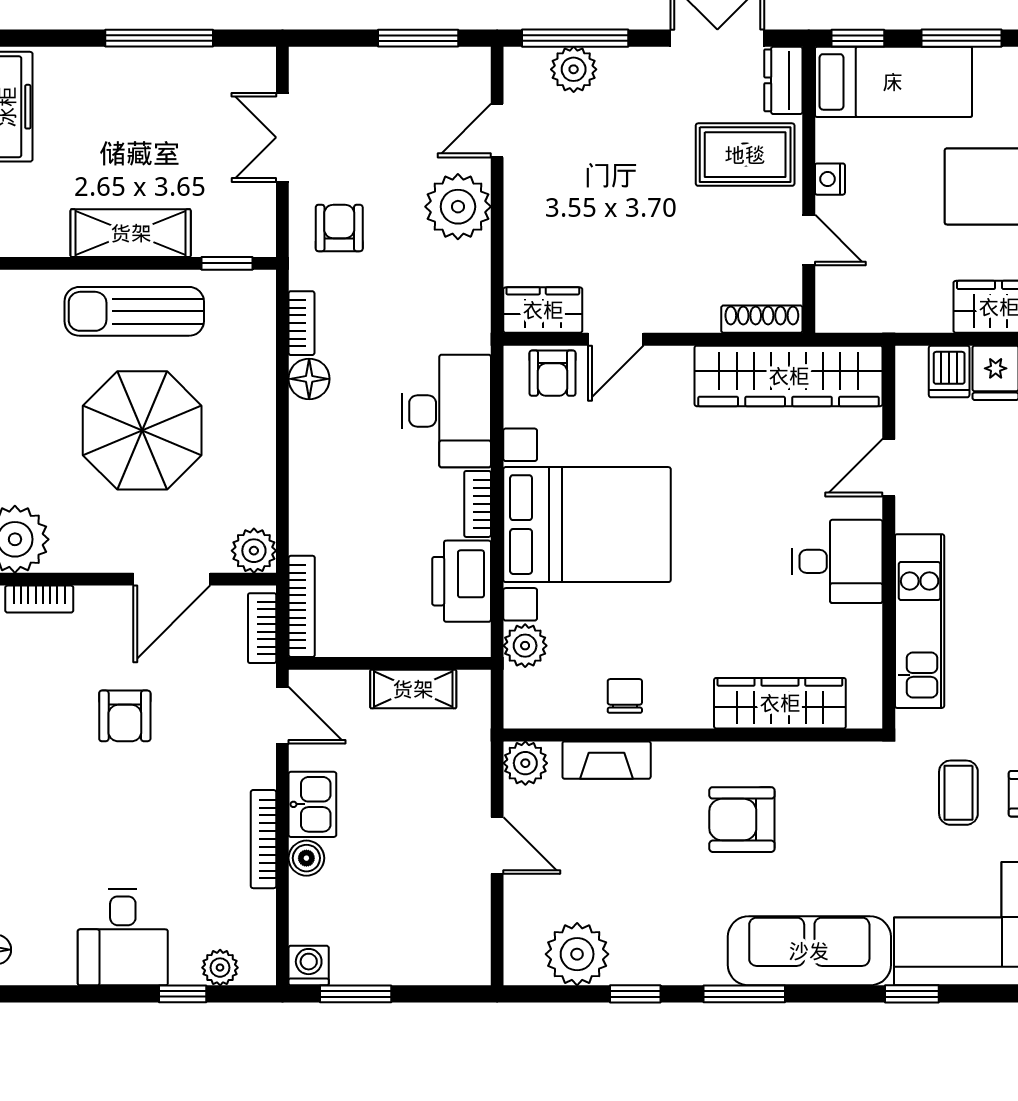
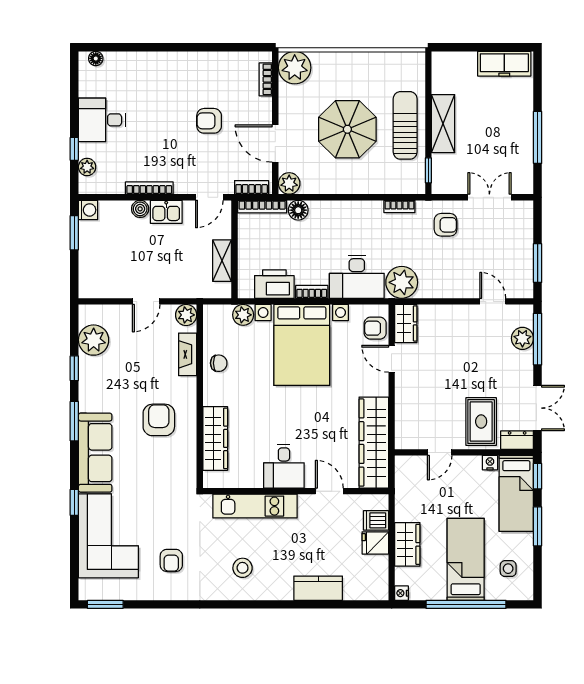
nightstand: (830, 179) -> (490, 463), moved
plant: (458, 207) -> (402, 282), moved
shoe rack: (762, 319) -> (401, 430), removed
floor lamp: (309, 379) -> (298, 210), moved
coffee table: (958, 793) -> (172, 525), removed

